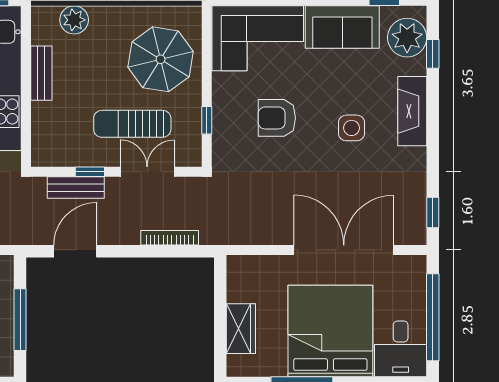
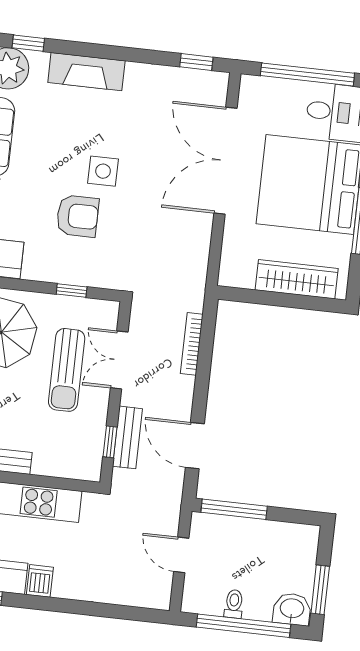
armchair: (277, 118) -> (78, 216), turned -90
side table: (352, 128) -> (103, 171), moved
window: (90, 172) -> (110, 442), moved
window: (20, 320) -> (234, 509), moved
wardrobe: (241, 329) -> (297, 279), width x1.50

